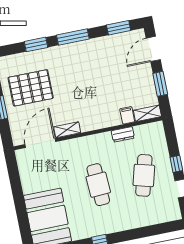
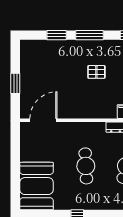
pallet: (31, 88) -> (96, 72), moved, width x0.49, depth x0.50
shelving: (67, 130) -> (69, 114), removed

